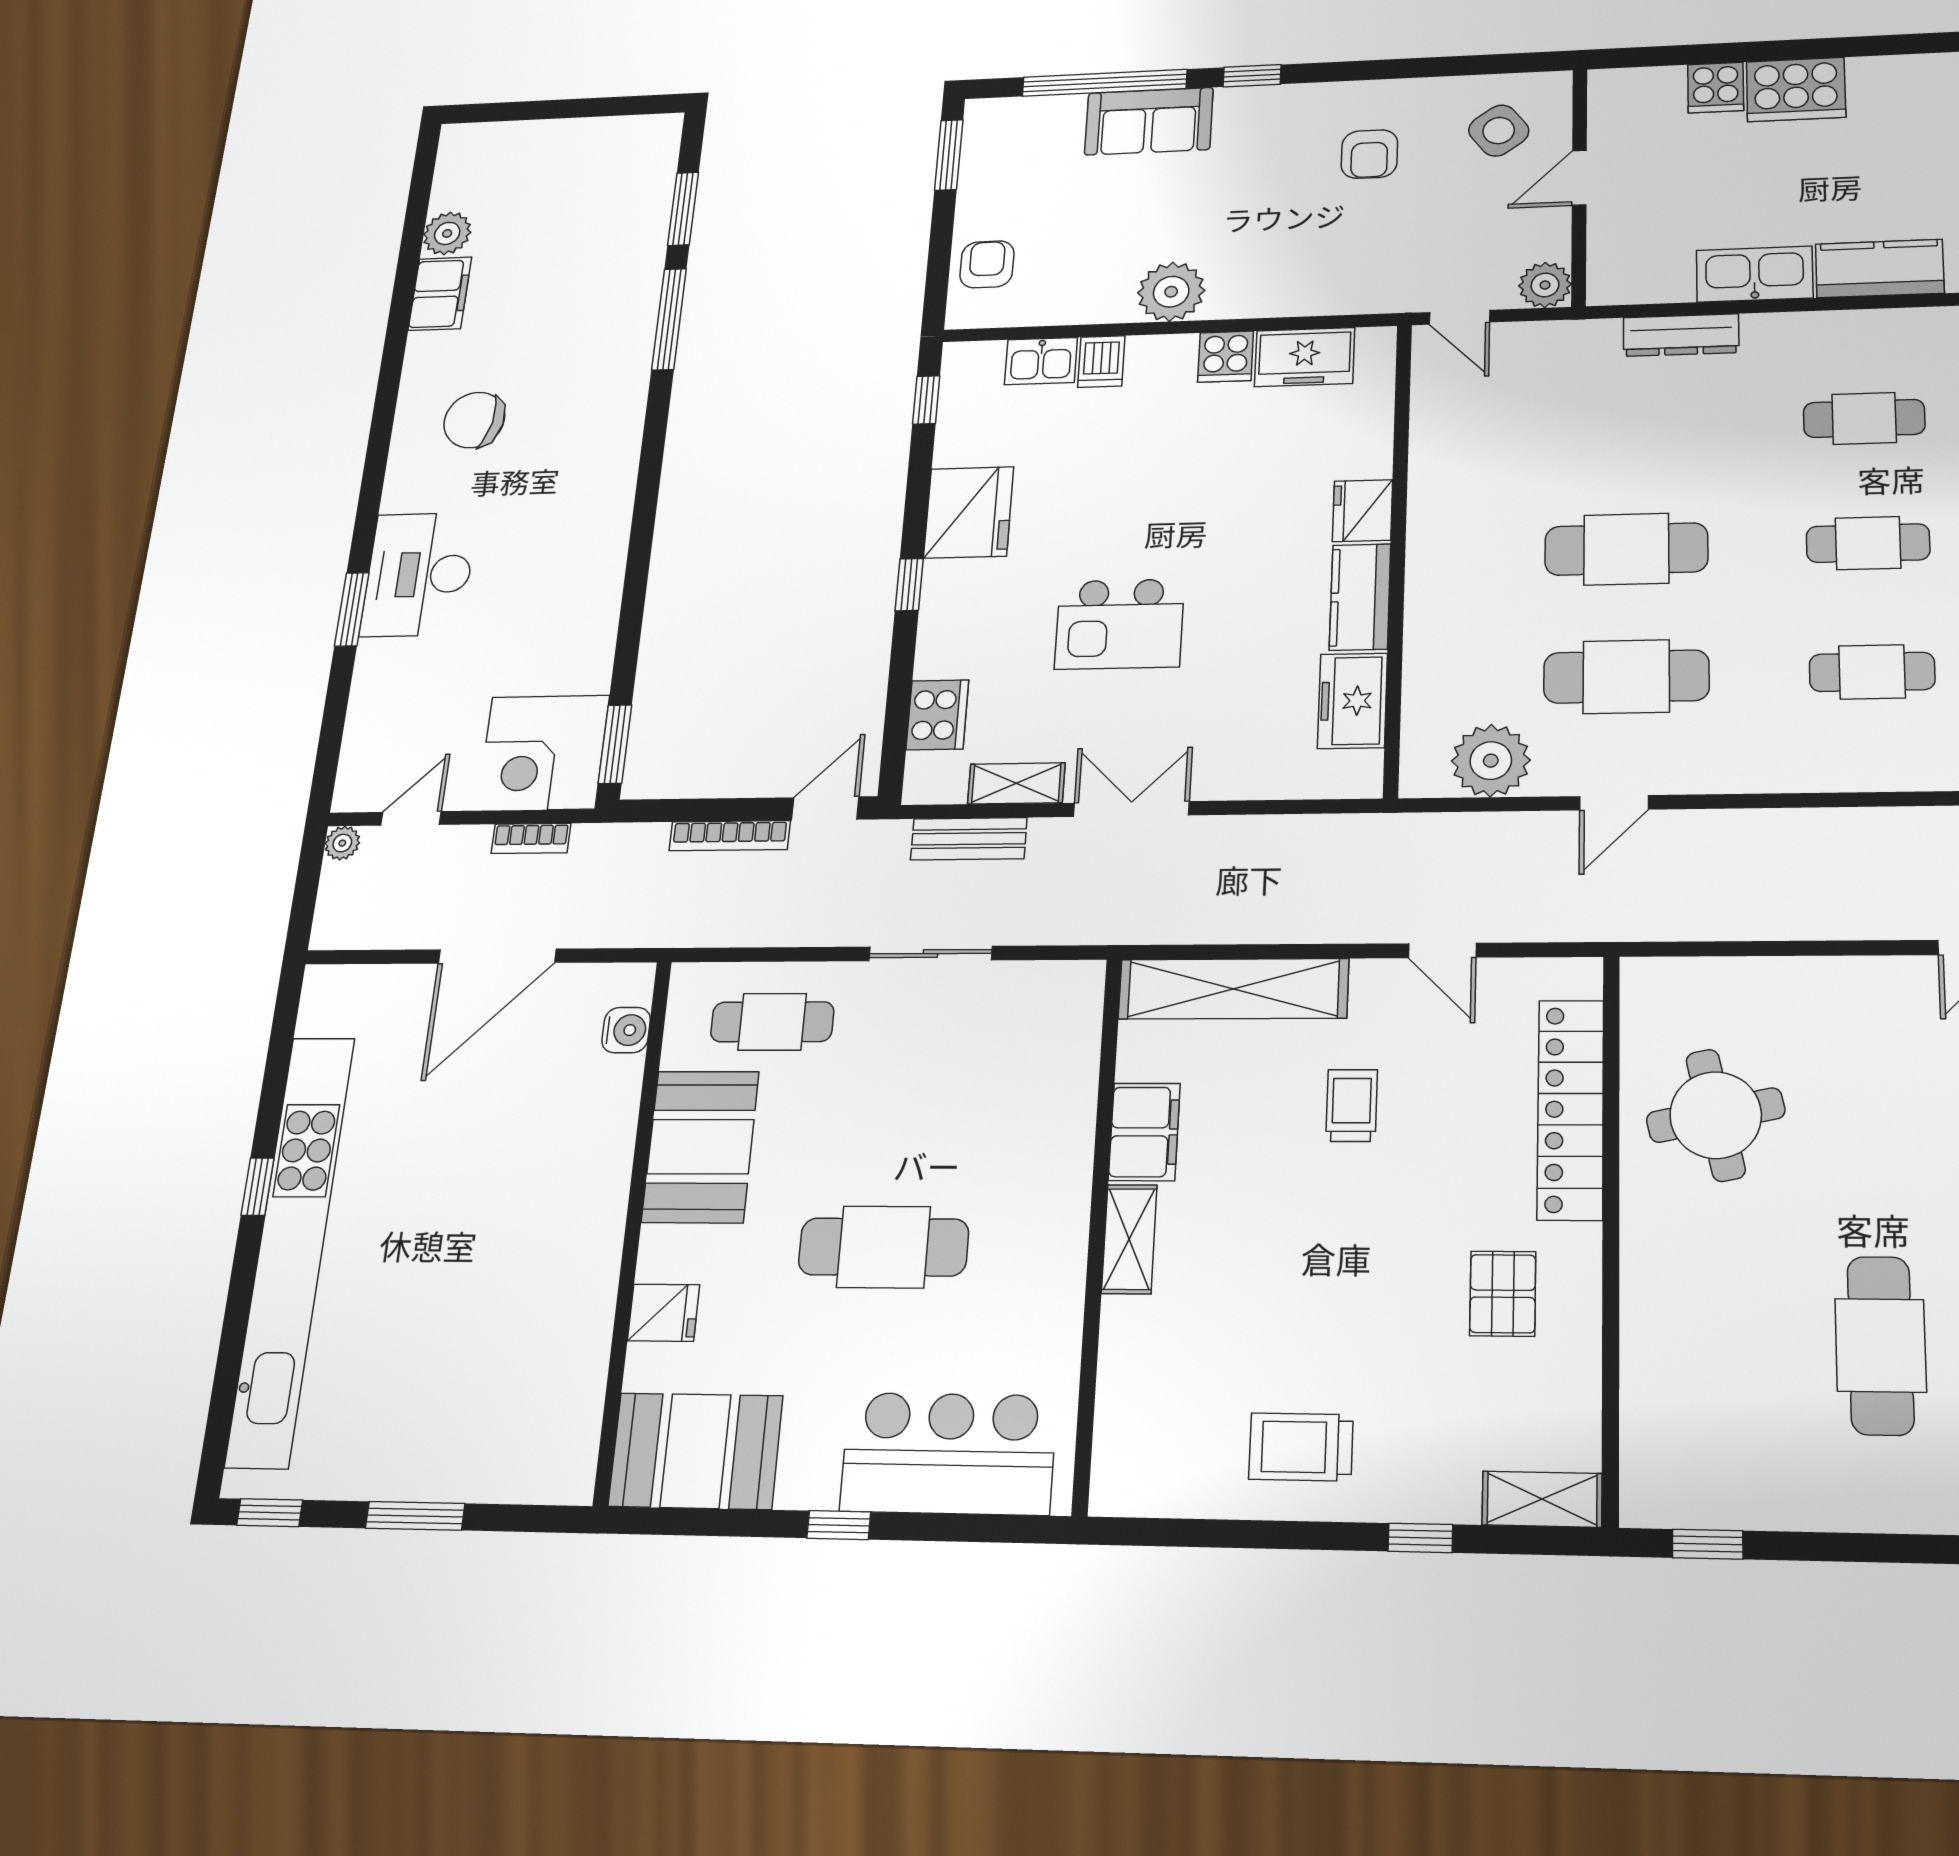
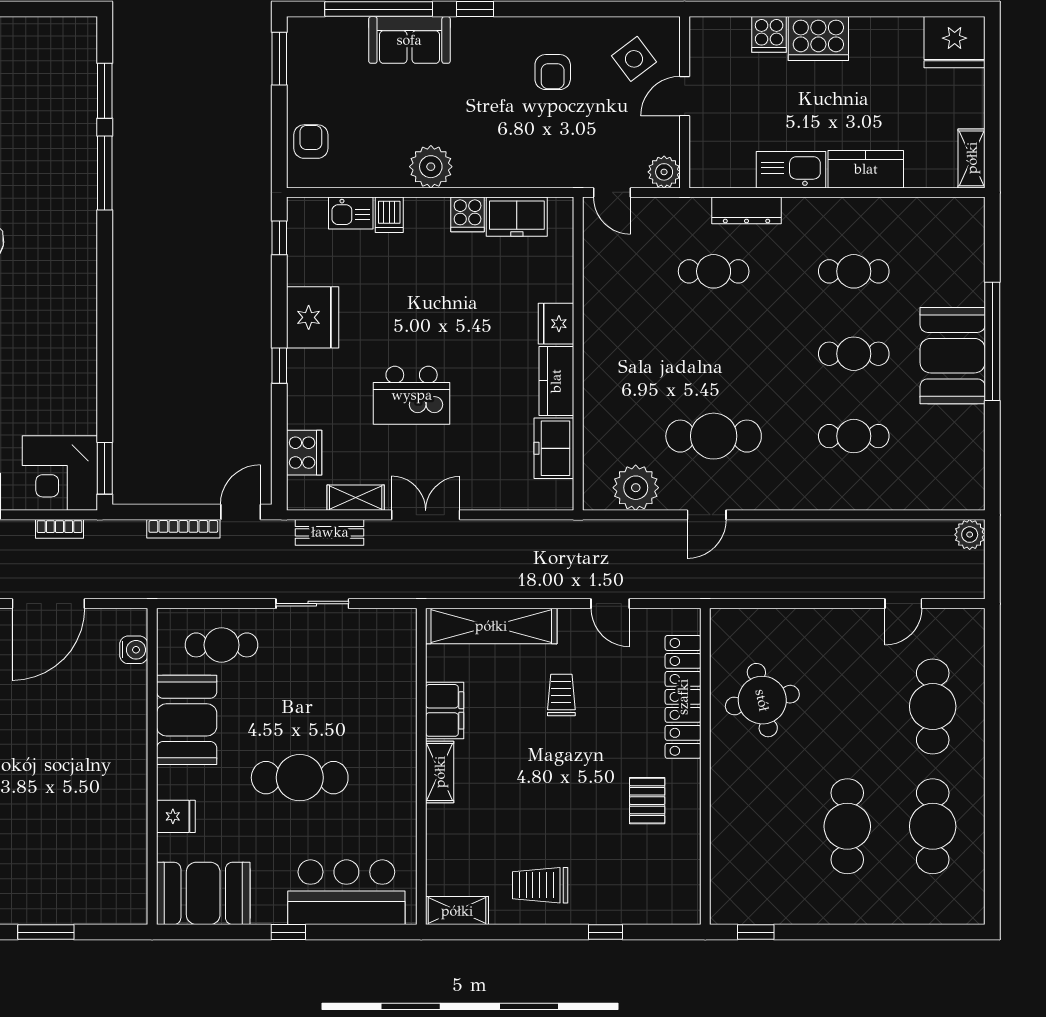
cafe table: (1626, 549) -> (714, 271), moved, width x0.73, depth x0.74
shelving: (1542, 1499) -> (457, 911), moved

